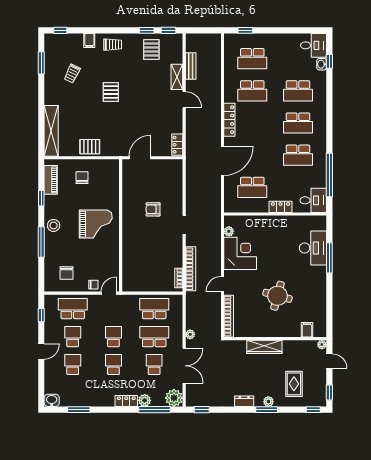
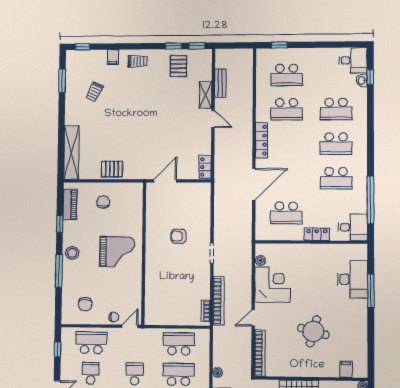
pallet: (111, 92) -> (135, 111), removed

